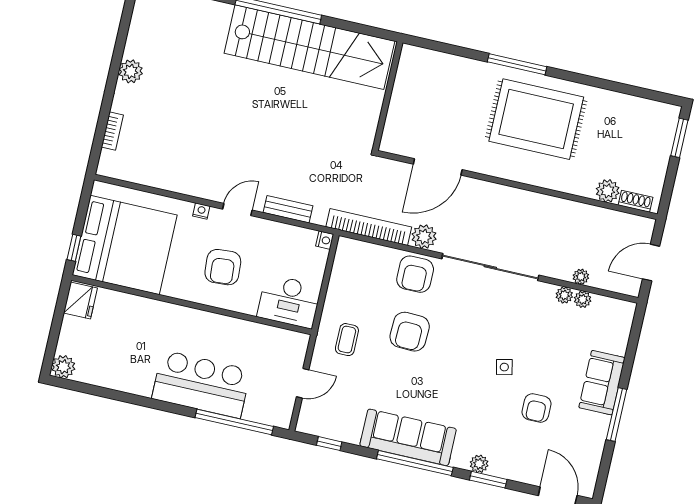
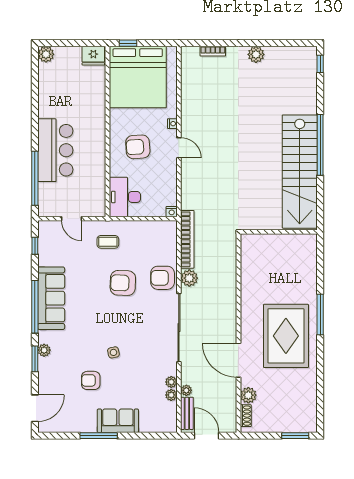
door: (438, 167) -> (238, 360), moved
bench: (288, 209) -> (187, 413), moved

